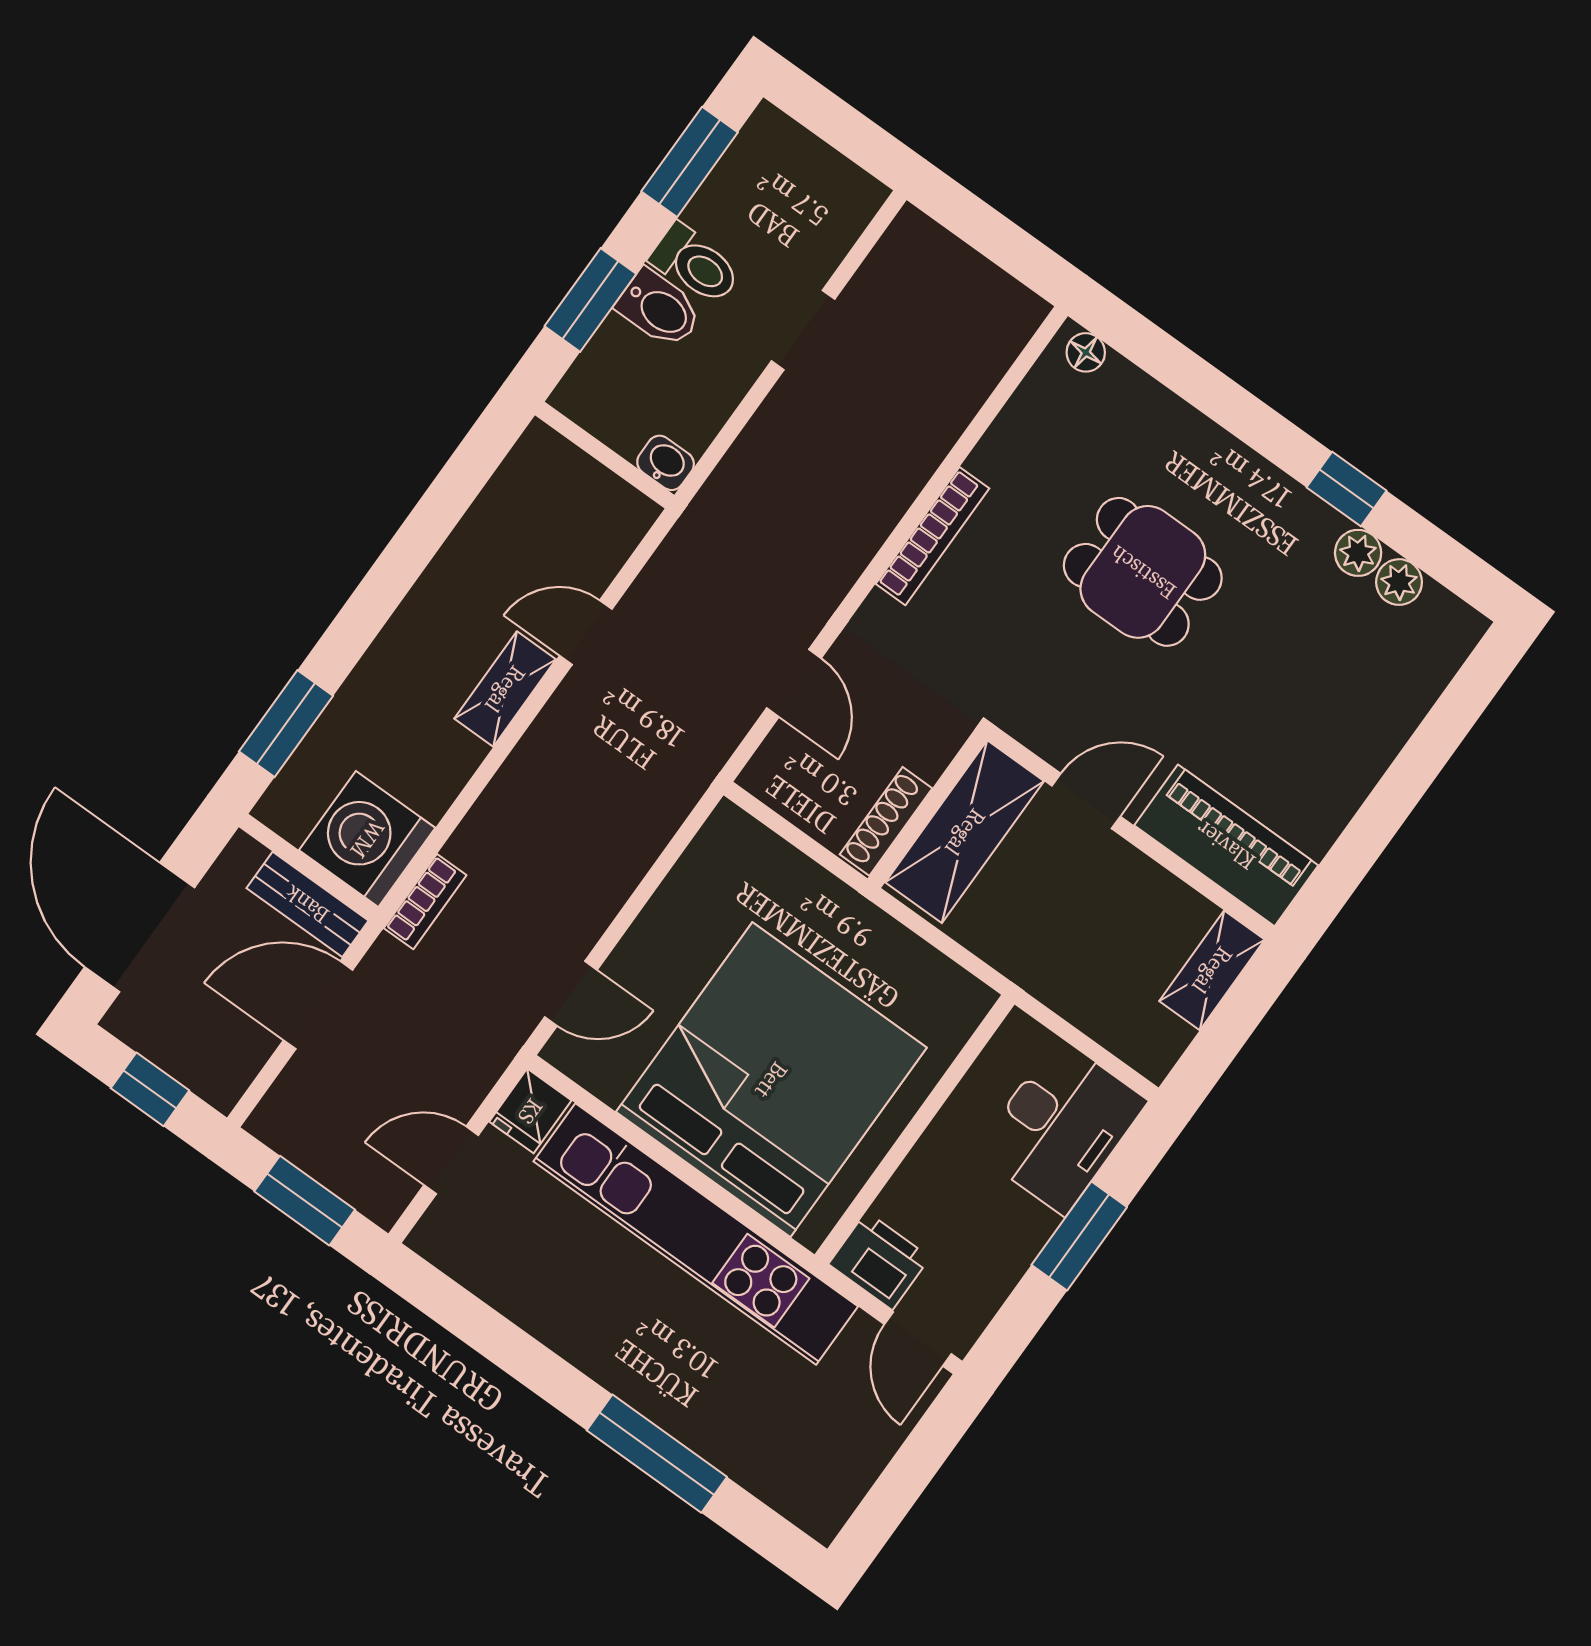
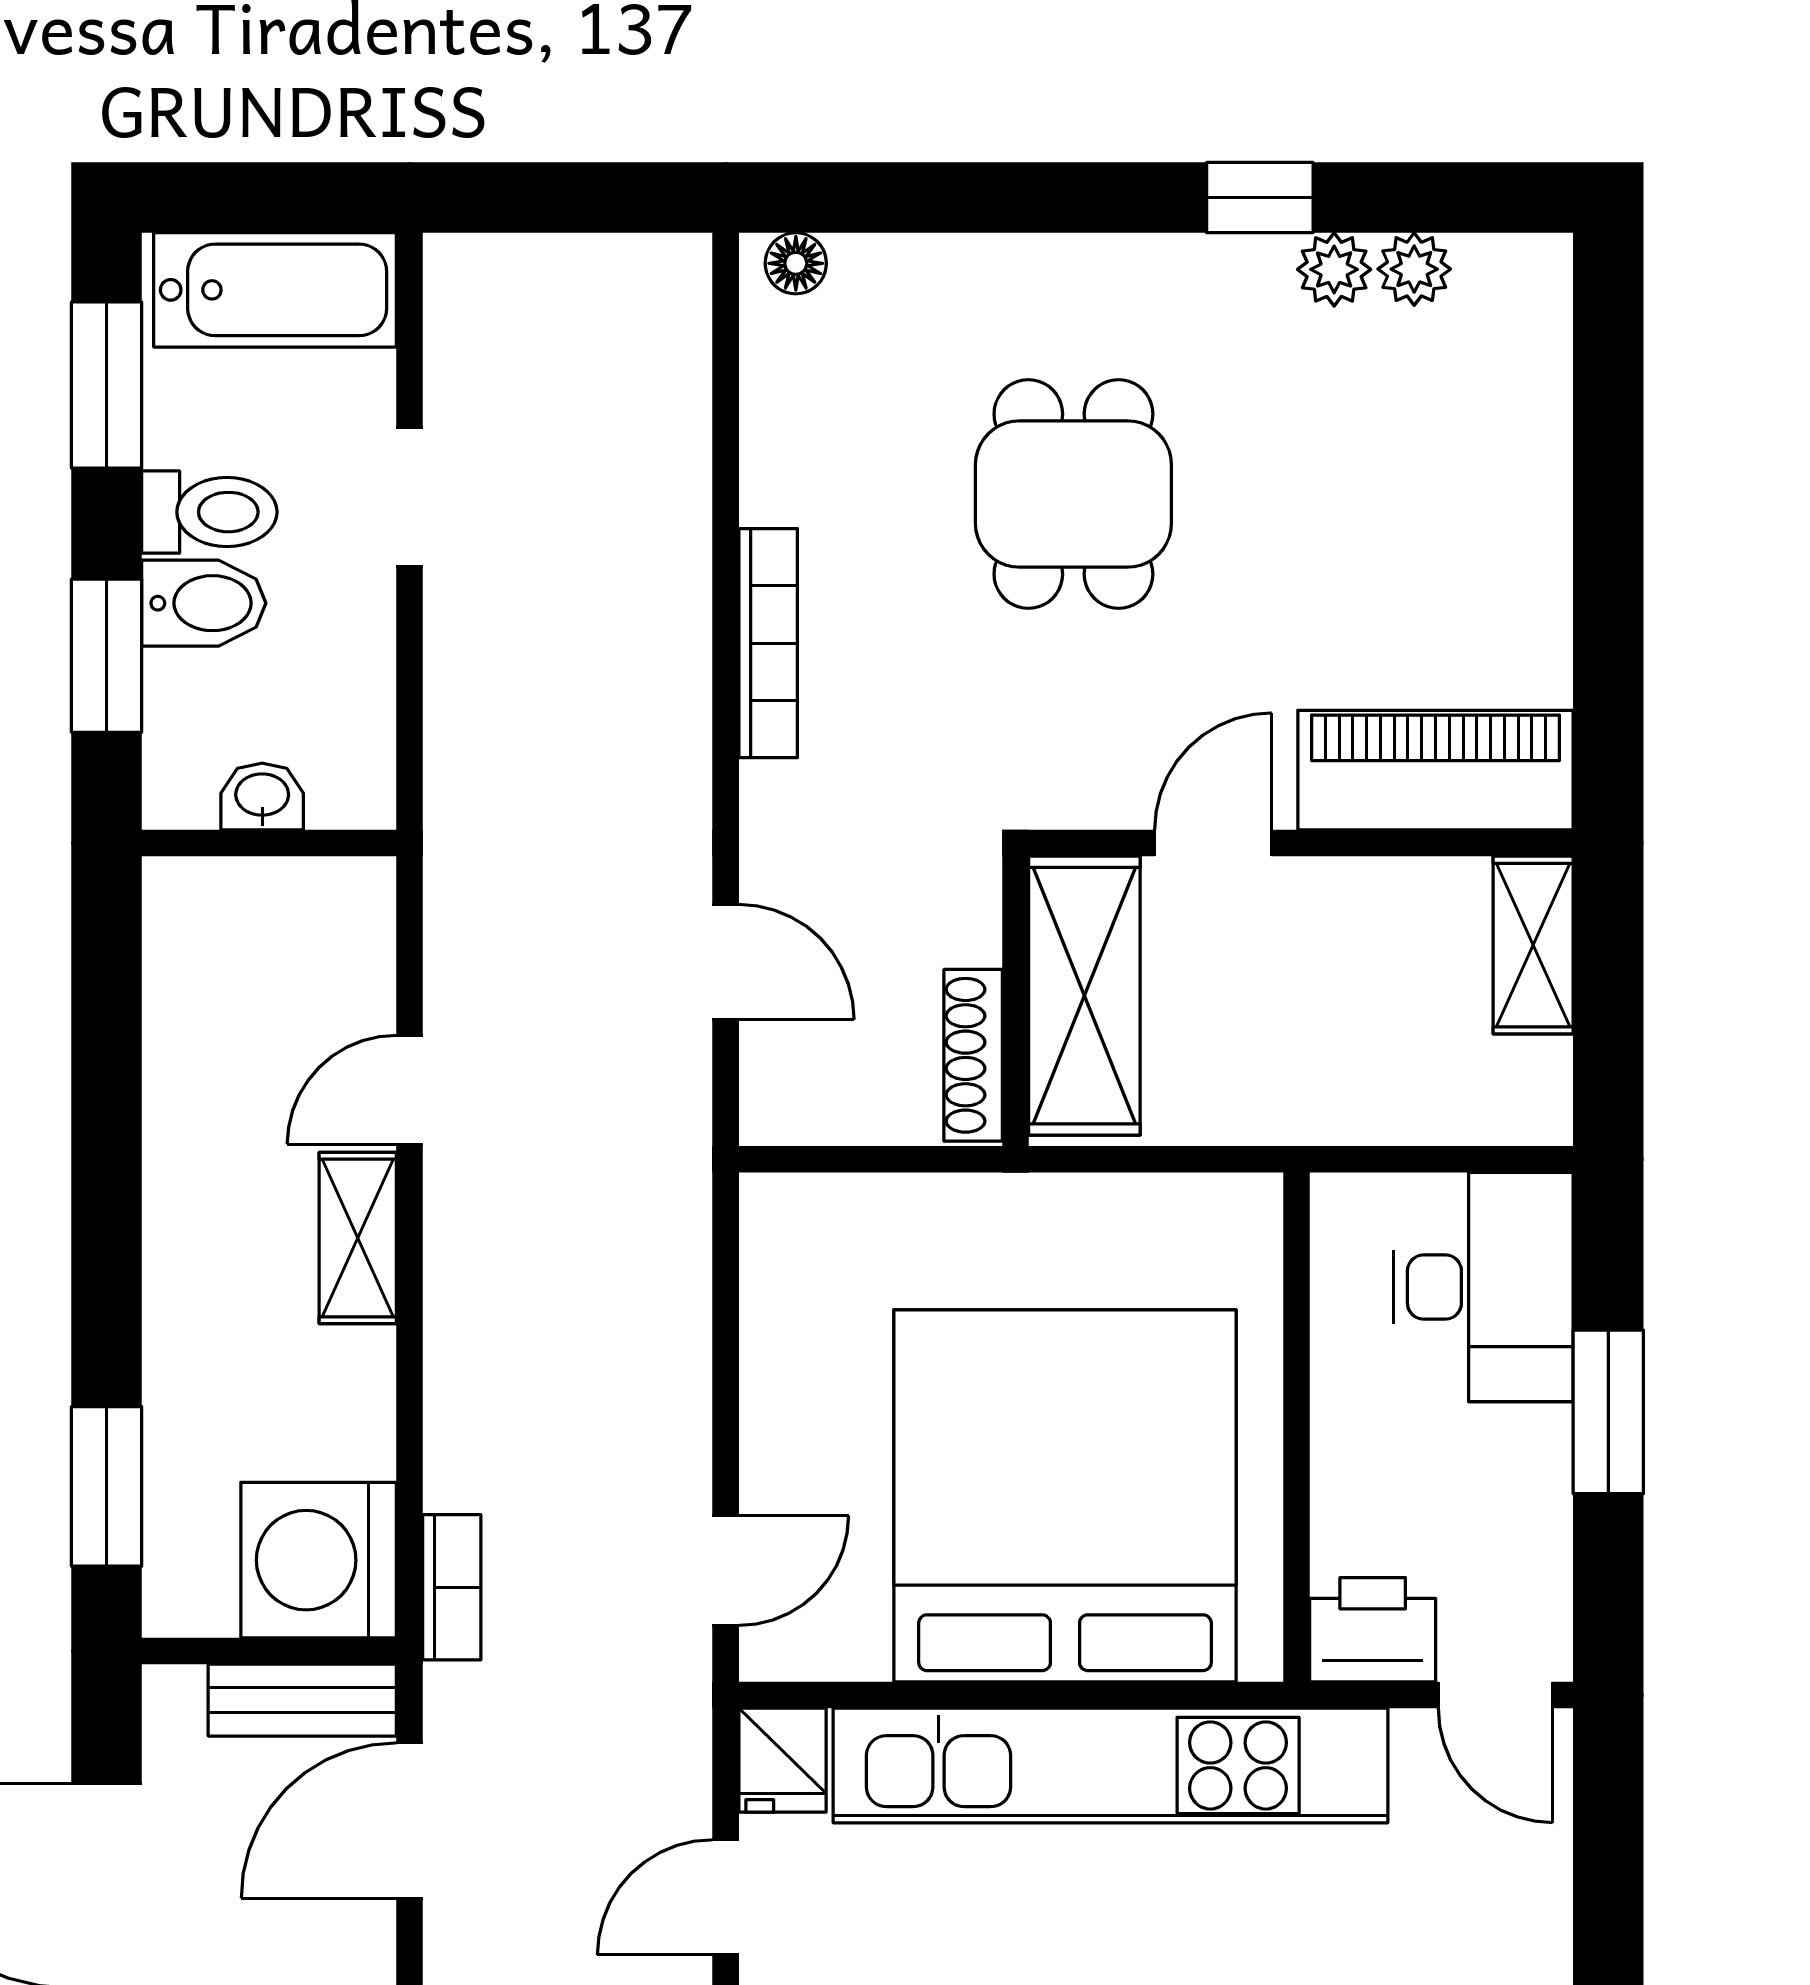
bathtub: (810, 175) -> (275, 290), added
washbasin: (666, 463) -> (262, 797), moved
dining table: (1143, 572) -> (1073, 494), turned 90

